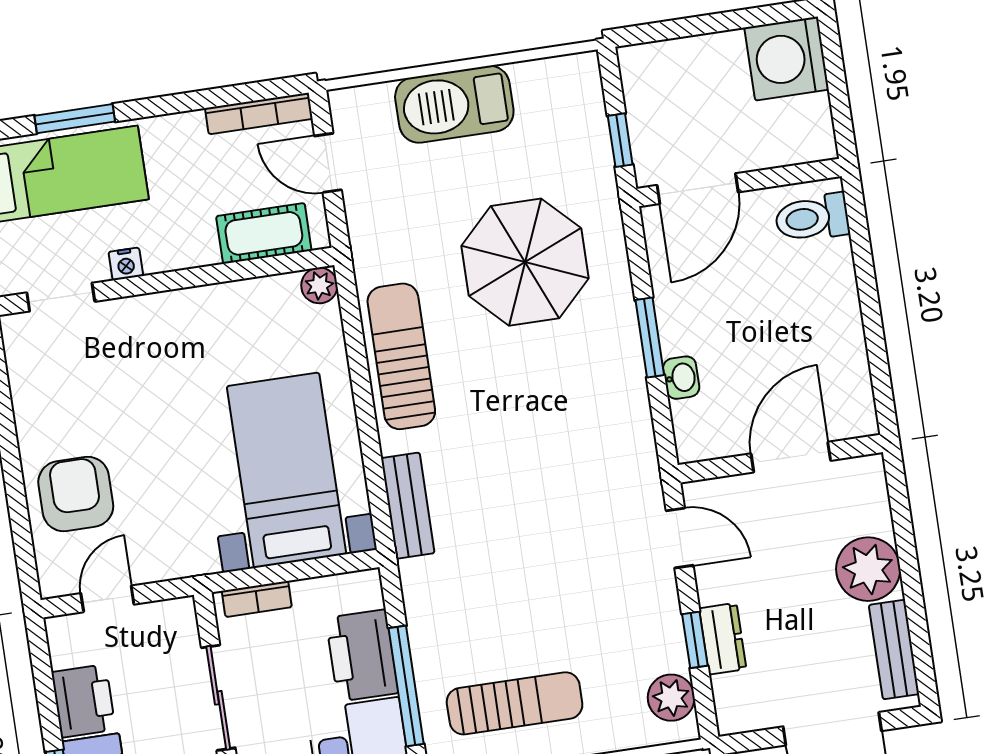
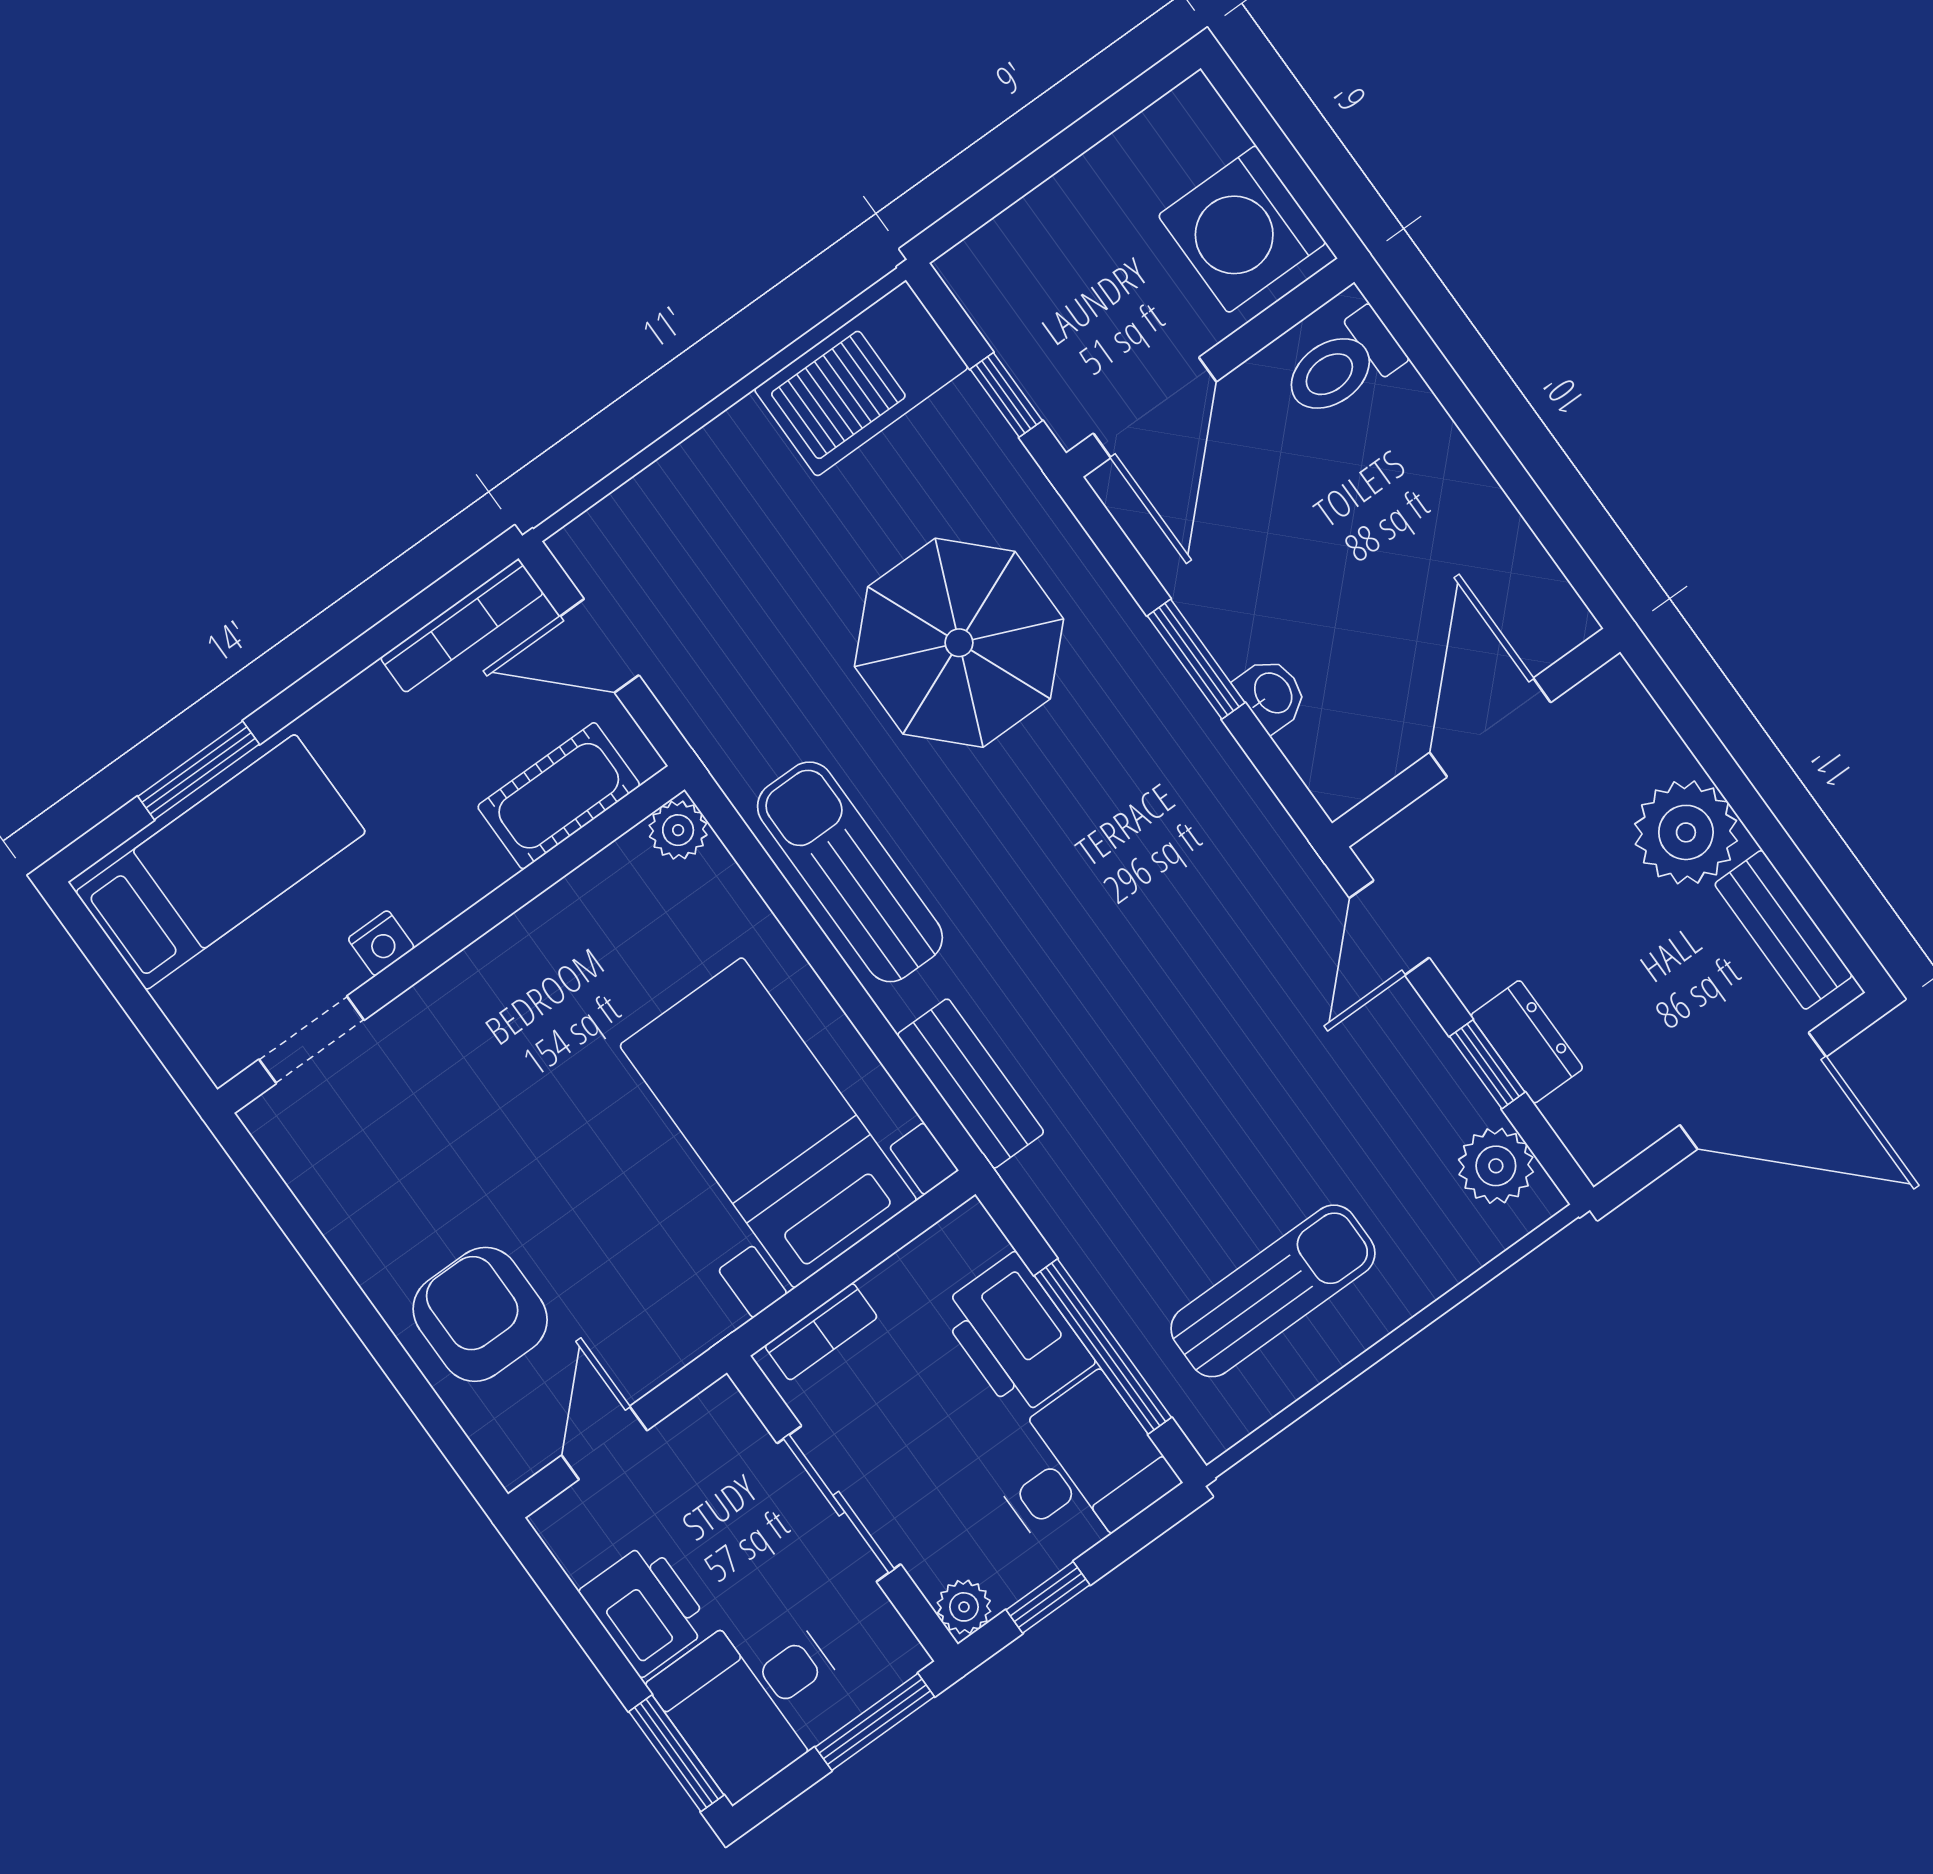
washing machine: (787, 59) -> (1242, 229), moved
barbecue: (454, 104) -> (861, 378), moved
door: (680, 538) -> (1389, 928), swing flipped

